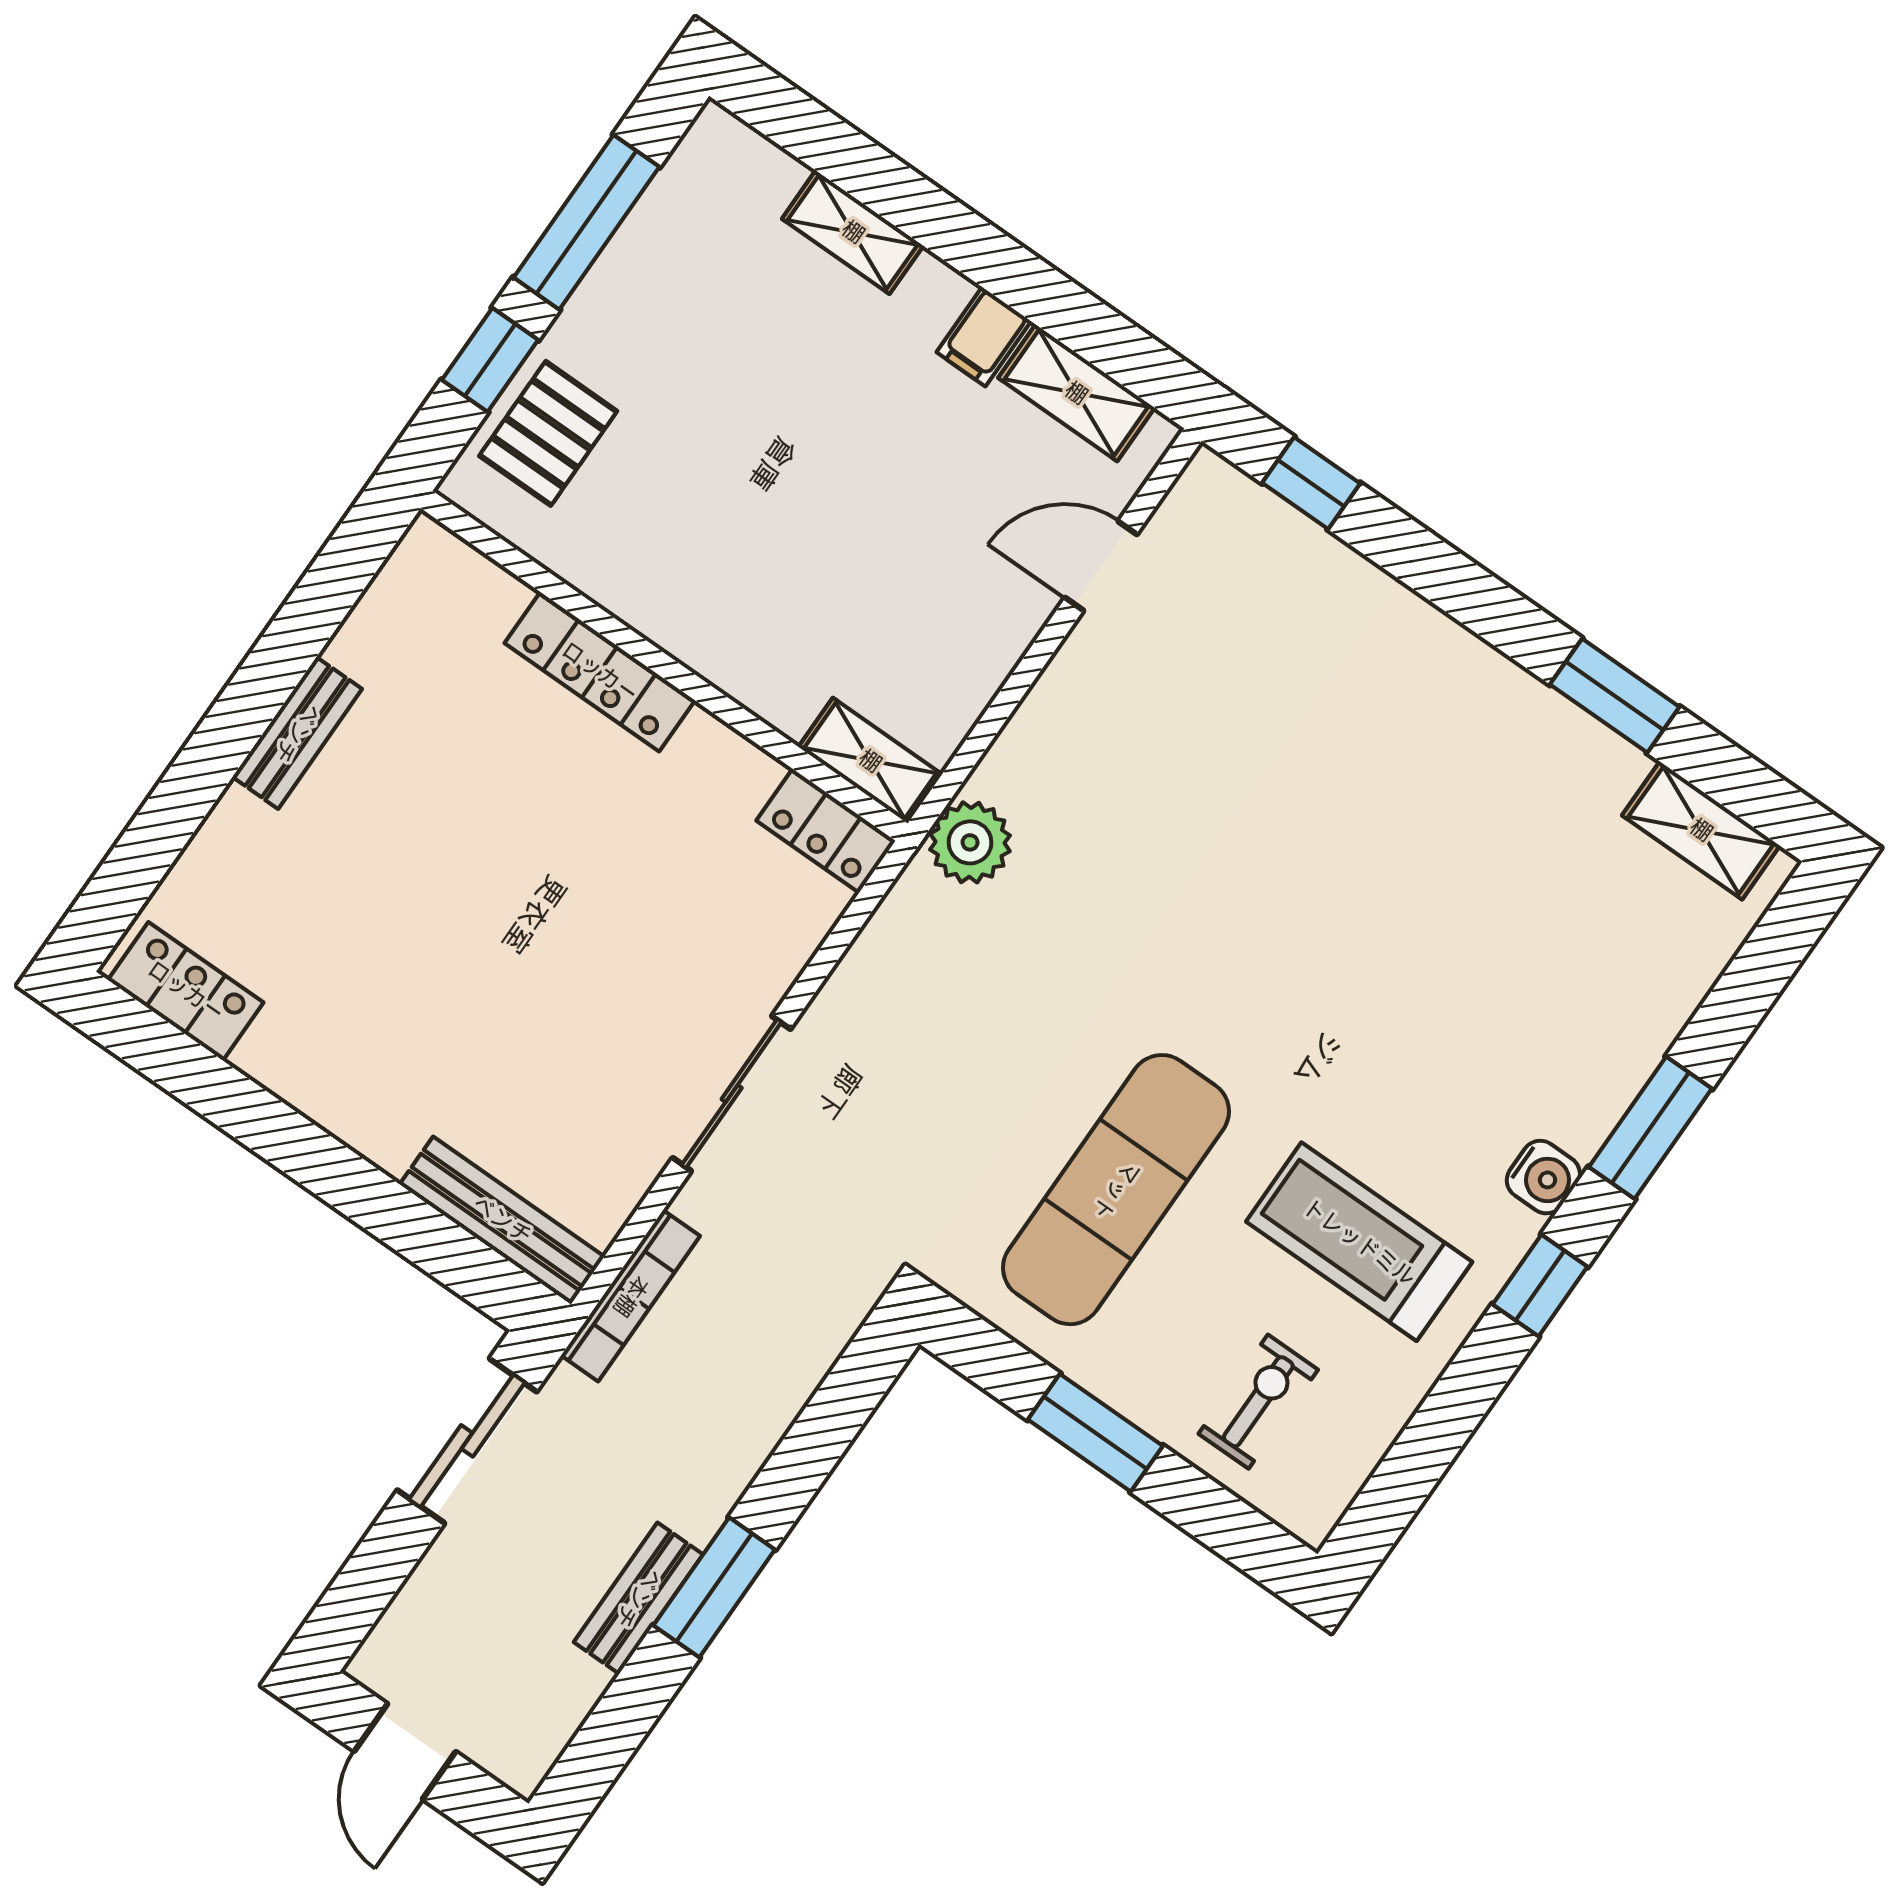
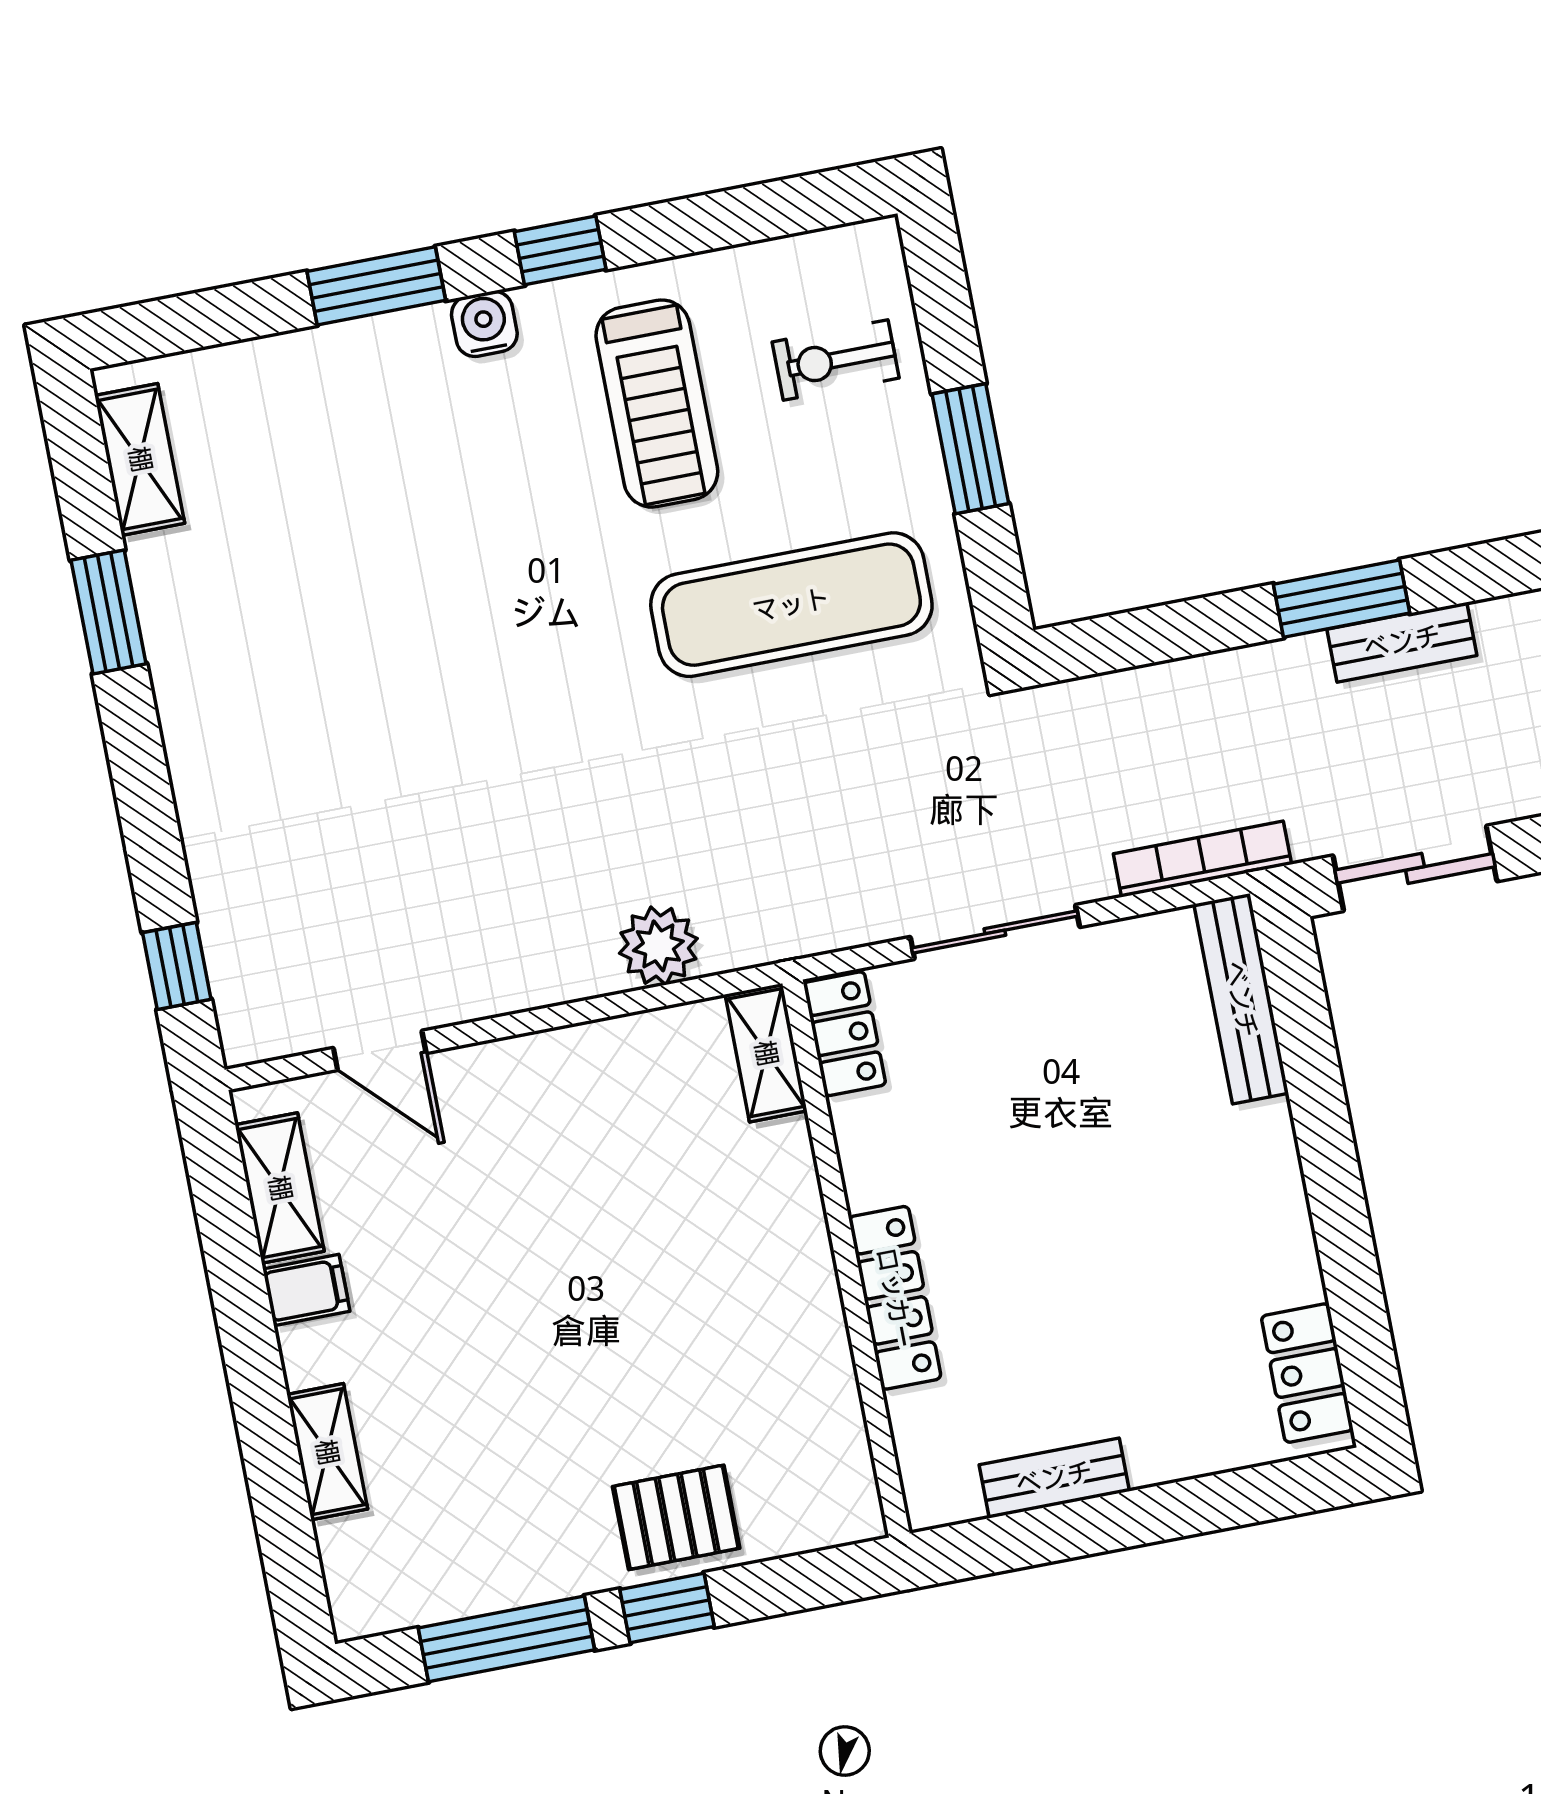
wall: (664, 666) -> (846, 1258), moved
locker: (600, 672) -> (895, 1298), moved
shelving: (870, 761) -> (766, 1053), moved
locker: (826, 831) -> (845, 1034), moved

